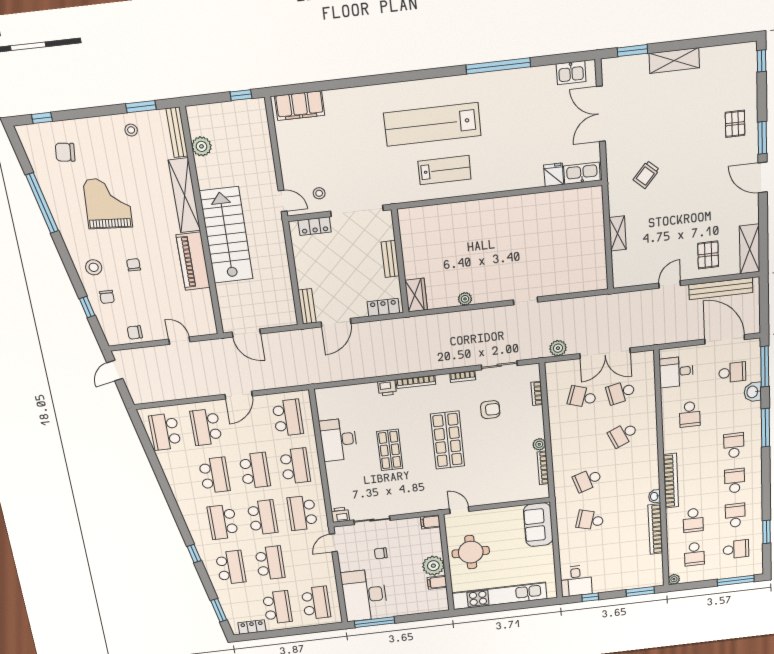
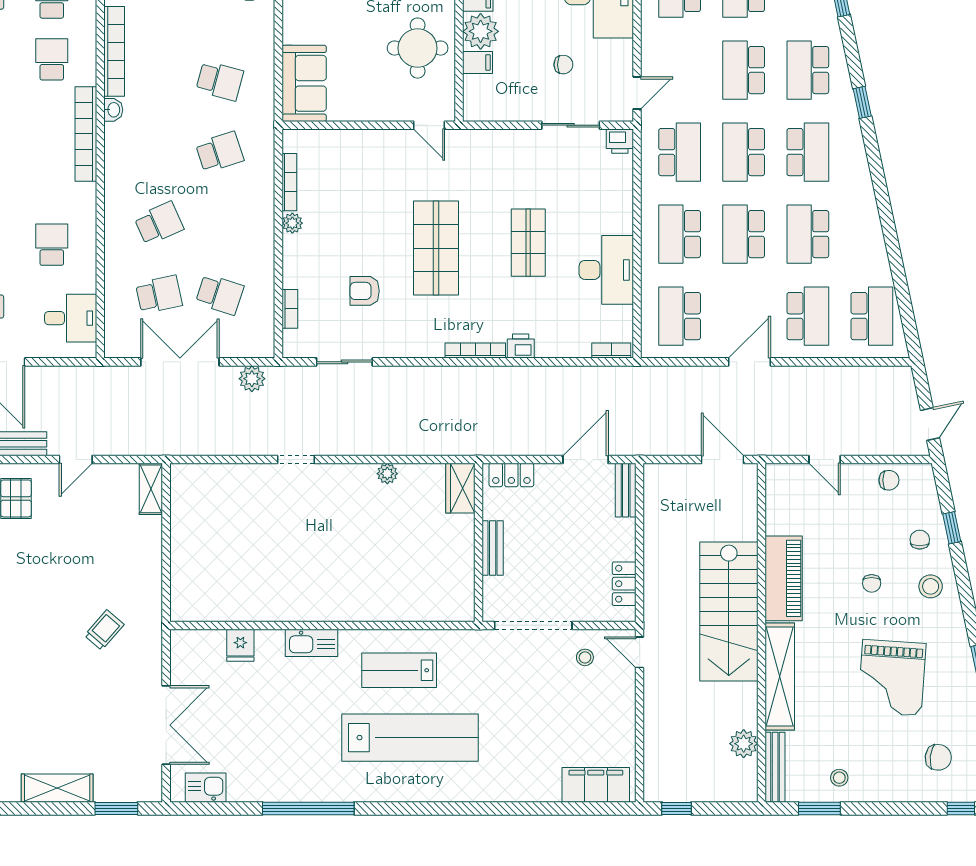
kitchen sink: (582, 173) -> (312, 643), moved
locker: (315, 226) -> (624, 584), moved, turned -90
shelving: (618, 233) -> (151, 489), moved
bookcase: (463, 377) -> (611, 350), moved
filing cabinet: (430, 522) -> (478, 62), moved

